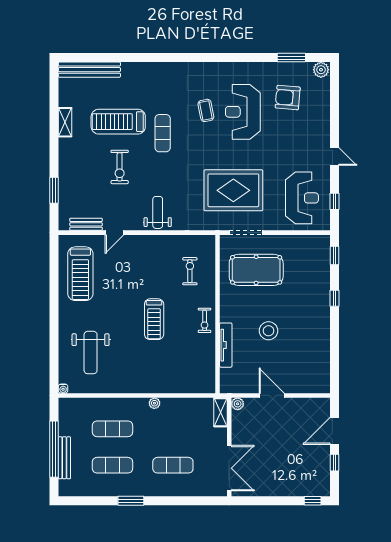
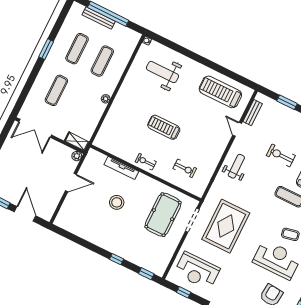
weight bench: (158, 212) -> (236, 166), turned -90

